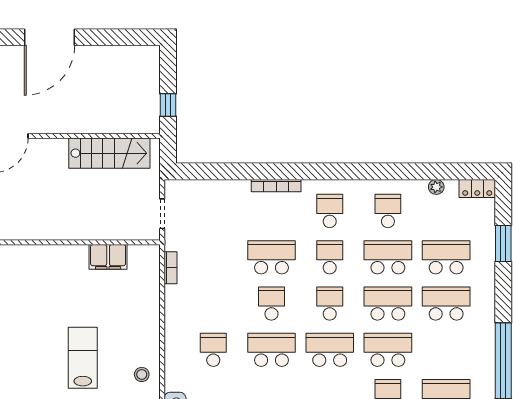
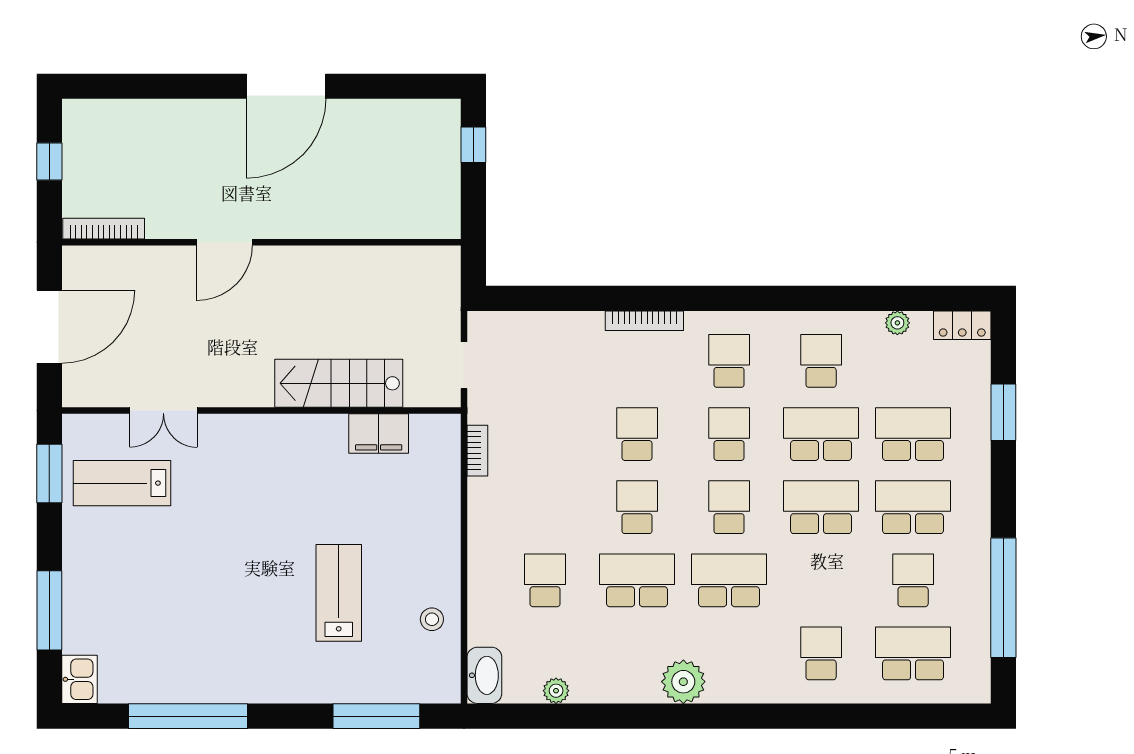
window: (168, 105) -> (473, 145), moved
stairs: (109, 153) -> (339, 383), moved, turned 180
school desk: (271, 257) -> (637, 434), width x0.54
school desk: (388, 350) -> (913, 580), moved, width x0.54

